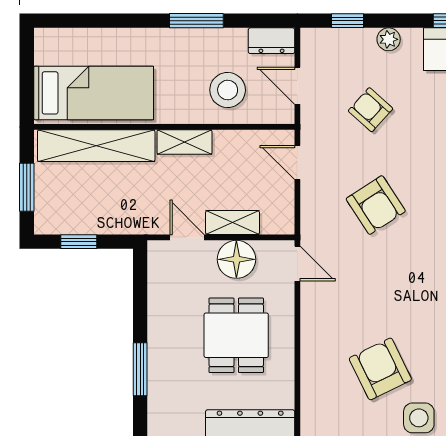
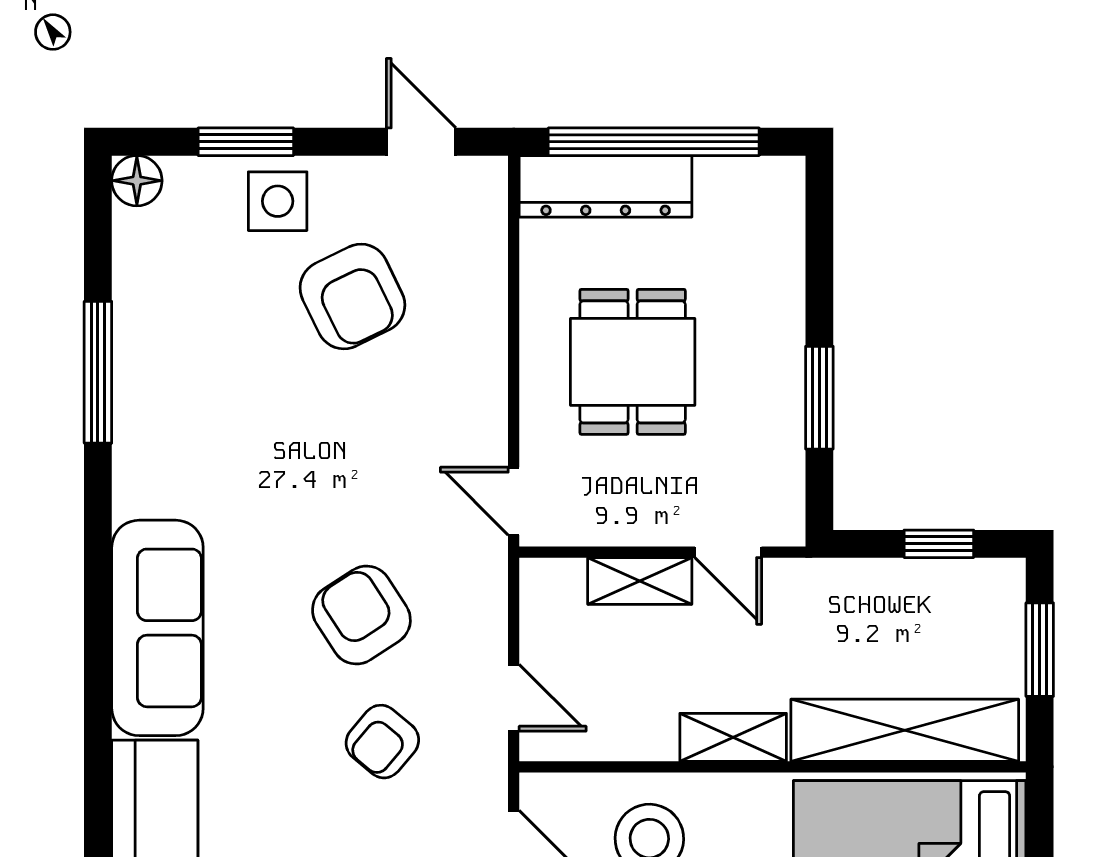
armchair: (371, 110) -> (382, 742), moved, turned 88
floor lamp: (236, 259) -> (632, 509), removed
window: (140, 369) -> (819, 398), moved

